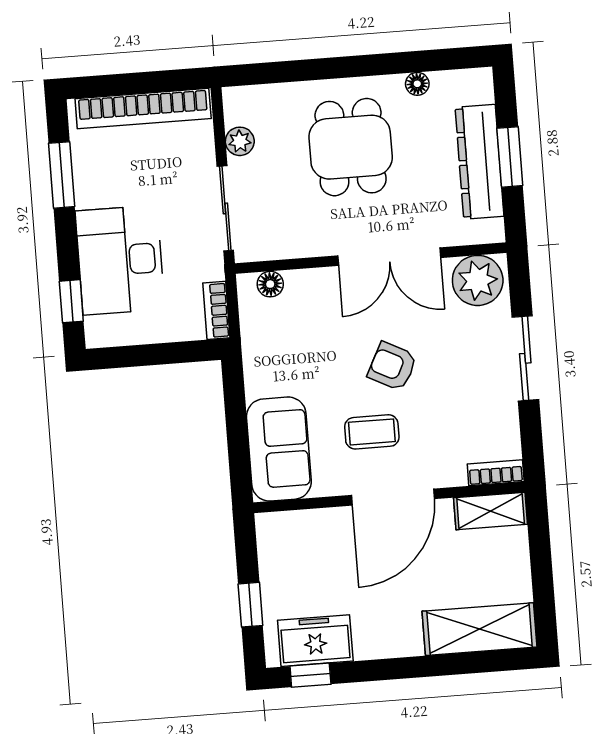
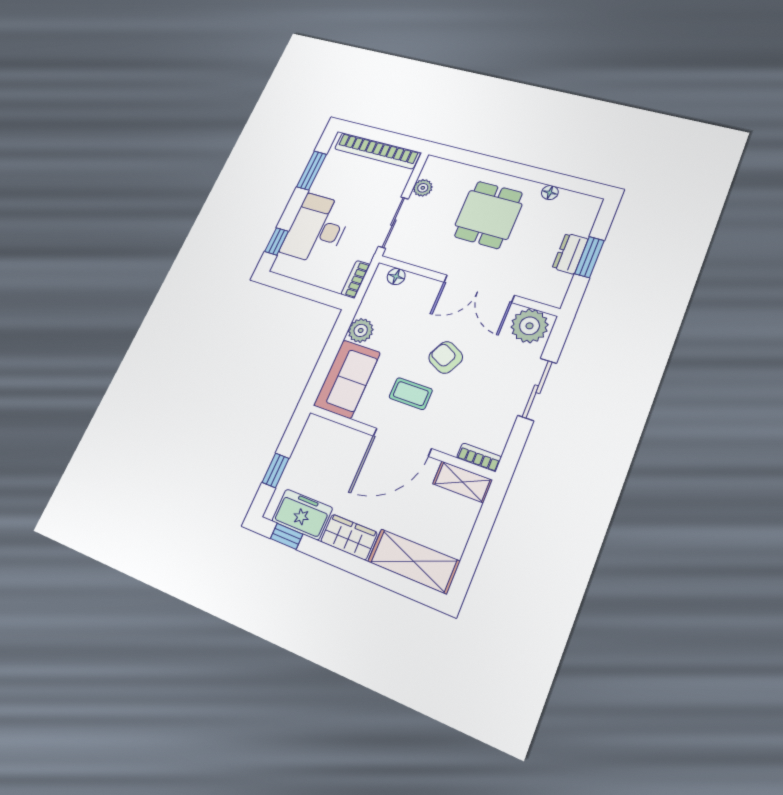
dresser: (479, 162) -> (570, 254), width x0.51, depth x0.80
plant: (262, 378) -> (361, 330), added
wardrobe: (388, 639) -> (349, 537), added

